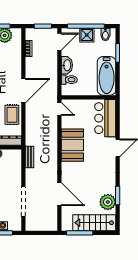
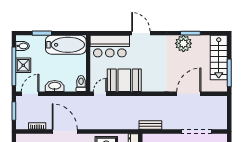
door: (59, 42) -> (30, 94), hinge flipped
toilet: (69, 80) -> (81, 84), moved
door: (23, 91) -> (65, 131), moved
booth: (72, 145) -> (124, 80), moved
plant: (108, 202) -> (183, 43), moved

